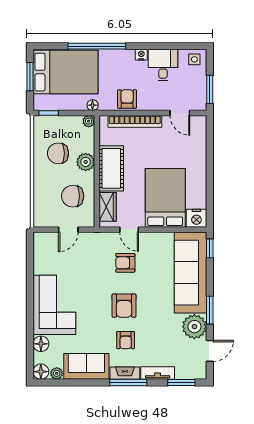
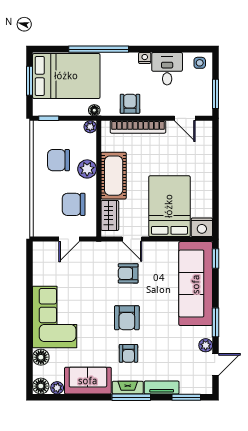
plant: (194, 327) -> (206, 345), width x0.53, depth x0.53

